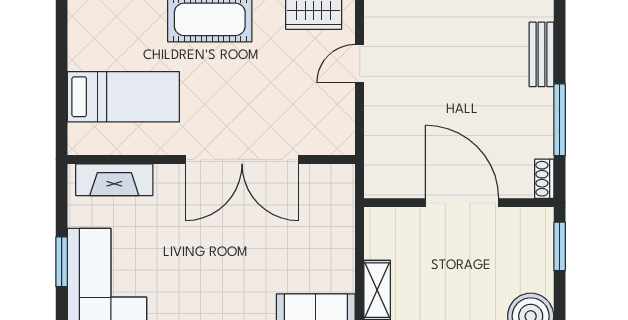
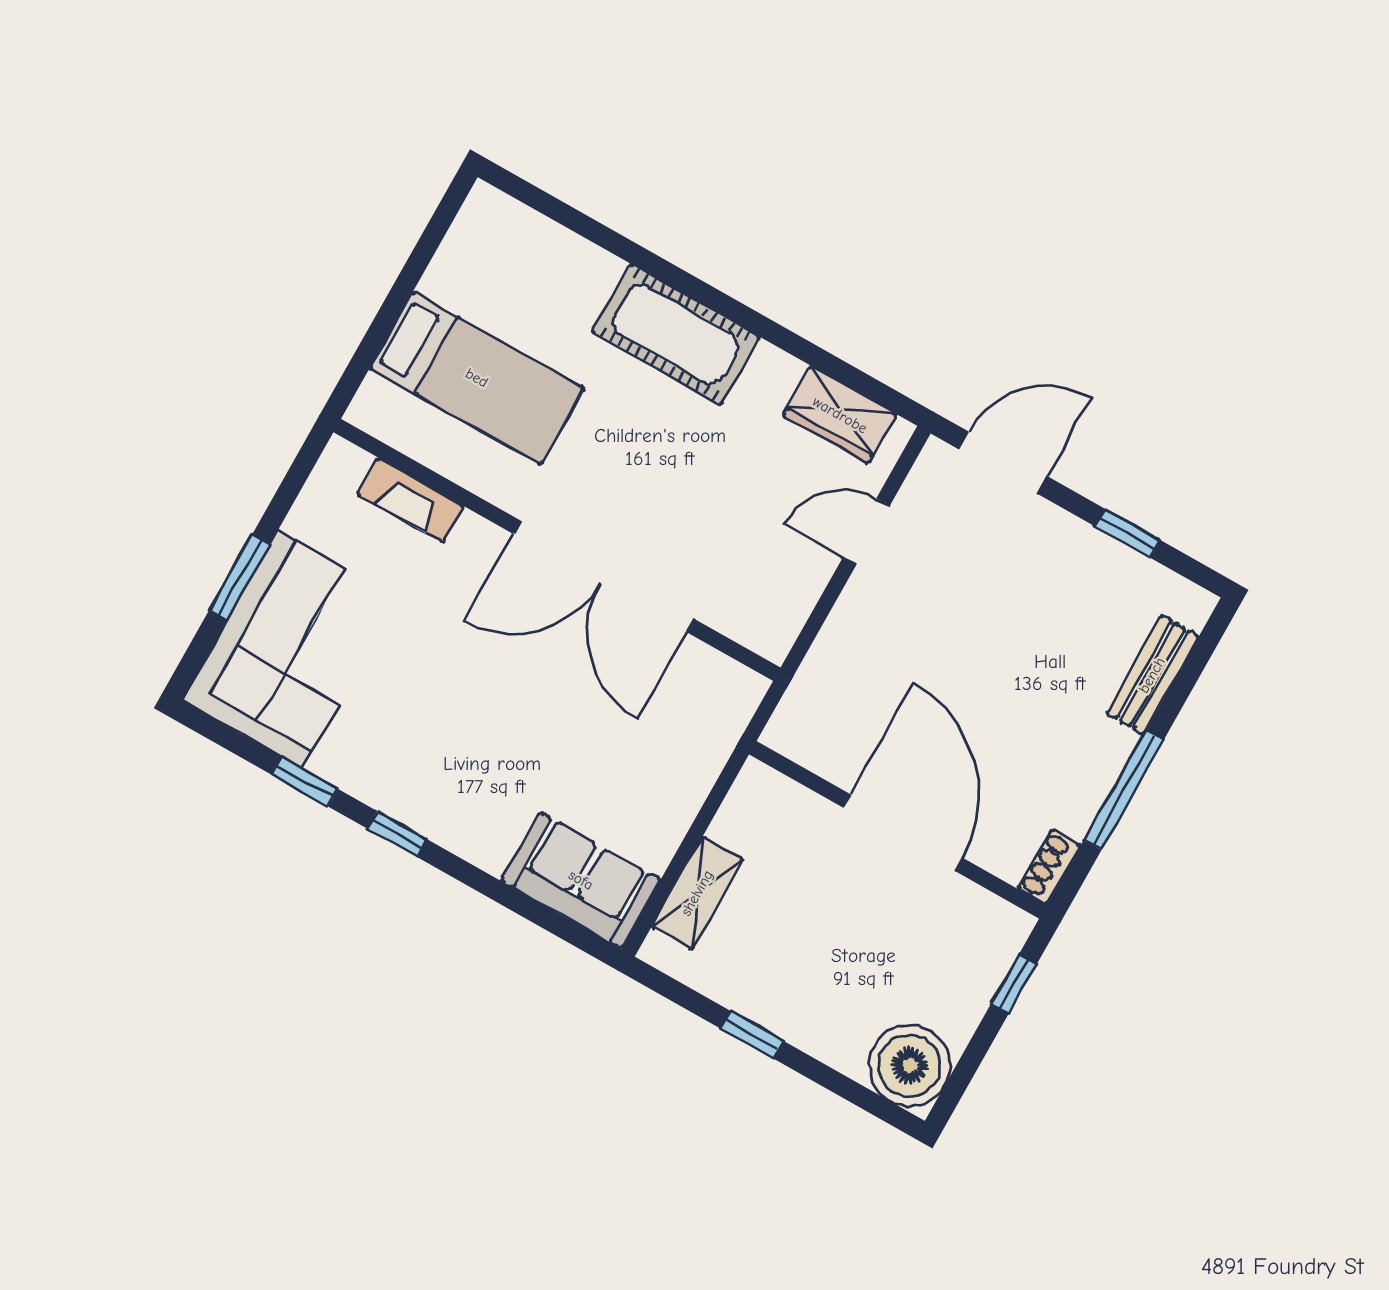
fireplace: (114, 180) -> (410, 500), width x0.73, depth x0.76
window: (560, 246) -> (1014, 984), width x0.67

